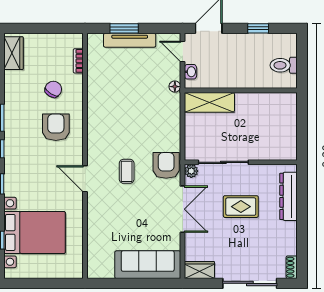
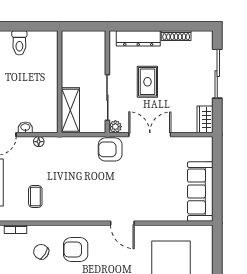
wall: (241, 90) -> (60, 82), moved
shelving: (209, 102) -> (70, 110), moved
coffee table: (127, 171) -> (35, 196), moved, turned 90
door: (85, 179) -> (122, 223), hinge flipped
sofa: (148, 265) -> (200, 191), moved
shoe rack: (292, 267) -> (176, 36), moved, width x1.43

